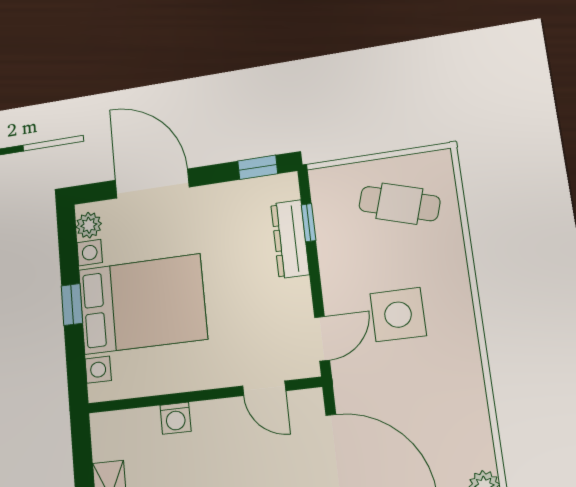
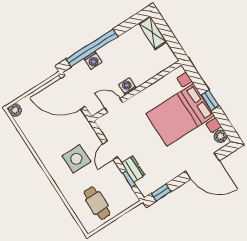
cafe table: (399, 204) -> (97, 203), turned 73
dresser: (290, 239) -> (133, 169), width x0.70
door: (322, 339) -> (110, 150), moved
washing machine: (175, 418) -> (128, 86), moved

